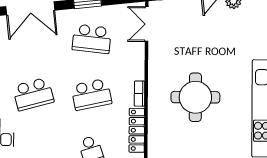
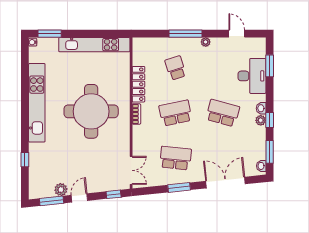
school desk: (33, 94) -> (223, 113), turned 30
round table: (195, 97) -> (91, 111), width x1.36, depth x1.36

